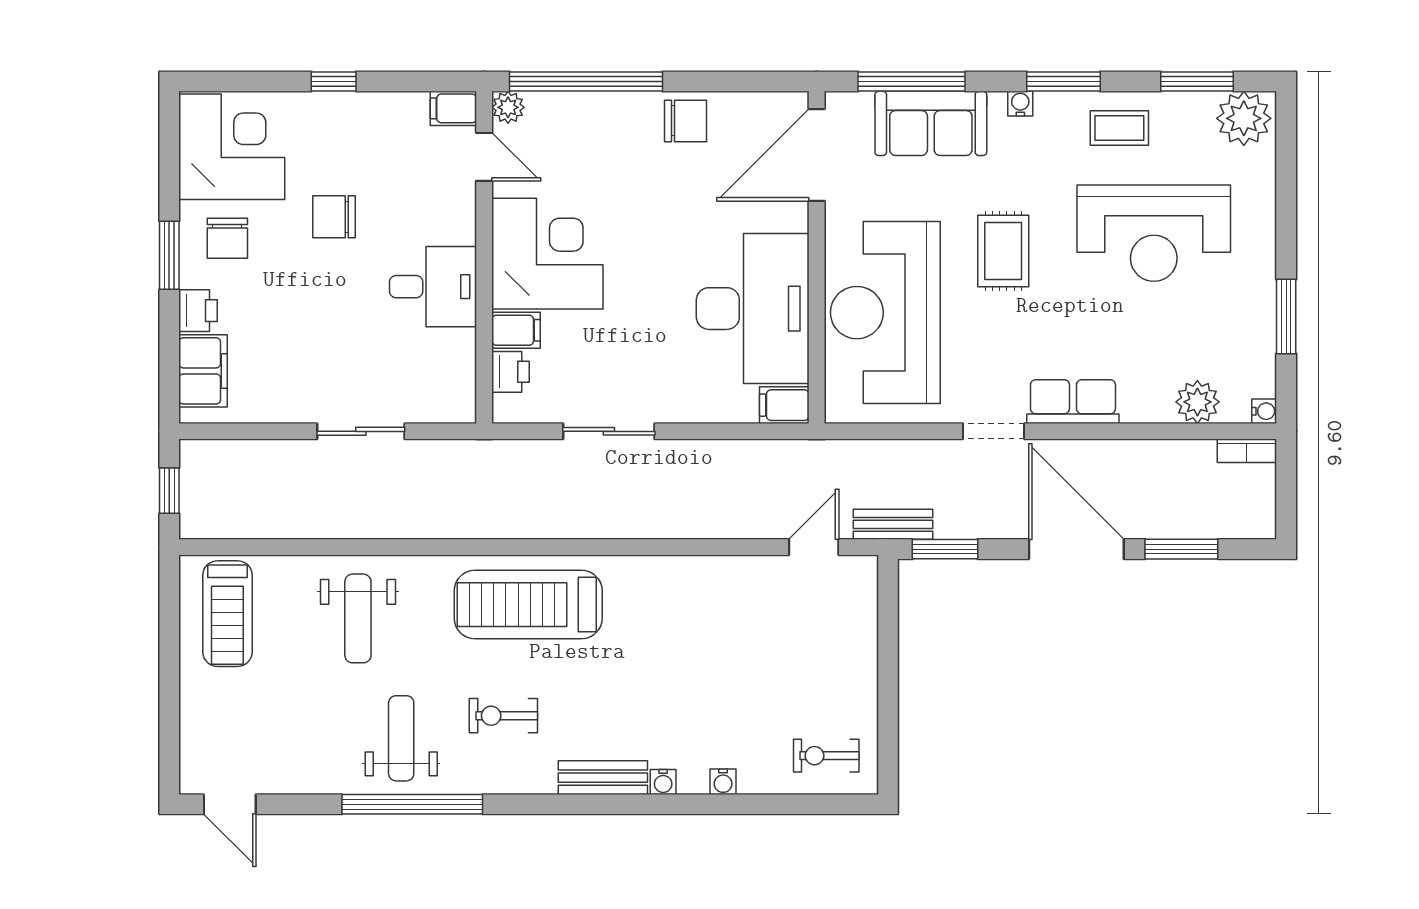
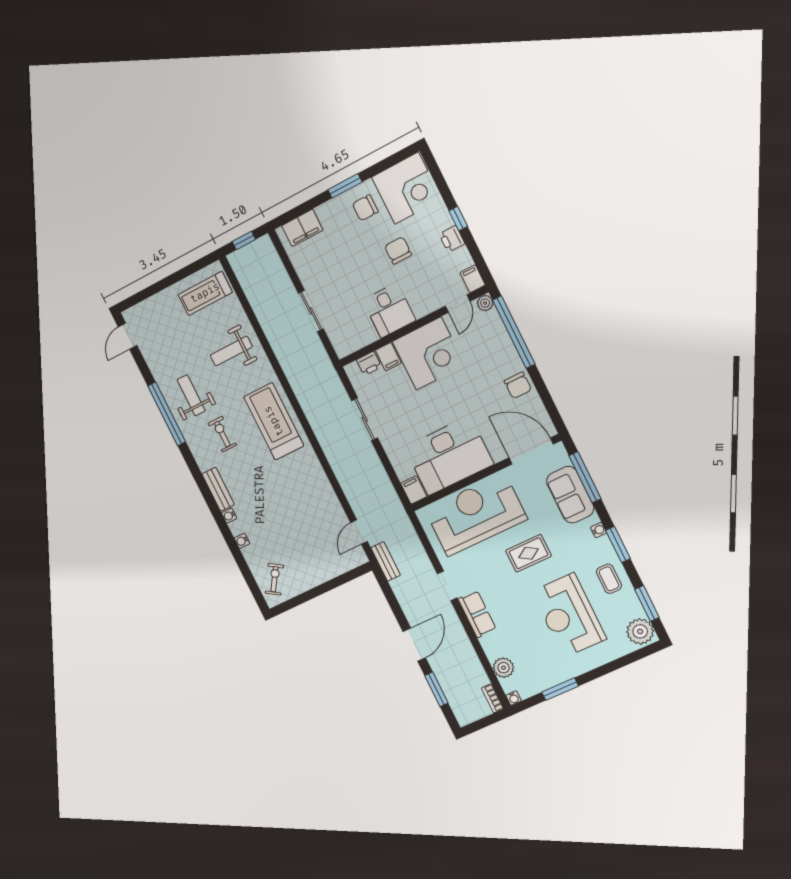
printer: (198, 311) -> (452, 239), moved, turned 90
door: (814, 547) -> (359, 532), swing flipped
window: (945, 549) -> (386, 589), removed
door: (1076, 549) -> (414, 645), width x0.73
weight bench: (401, 738) -> (191, 395), turned -90
exercise bike: (826, 756) -> (274, 579), turned 33

